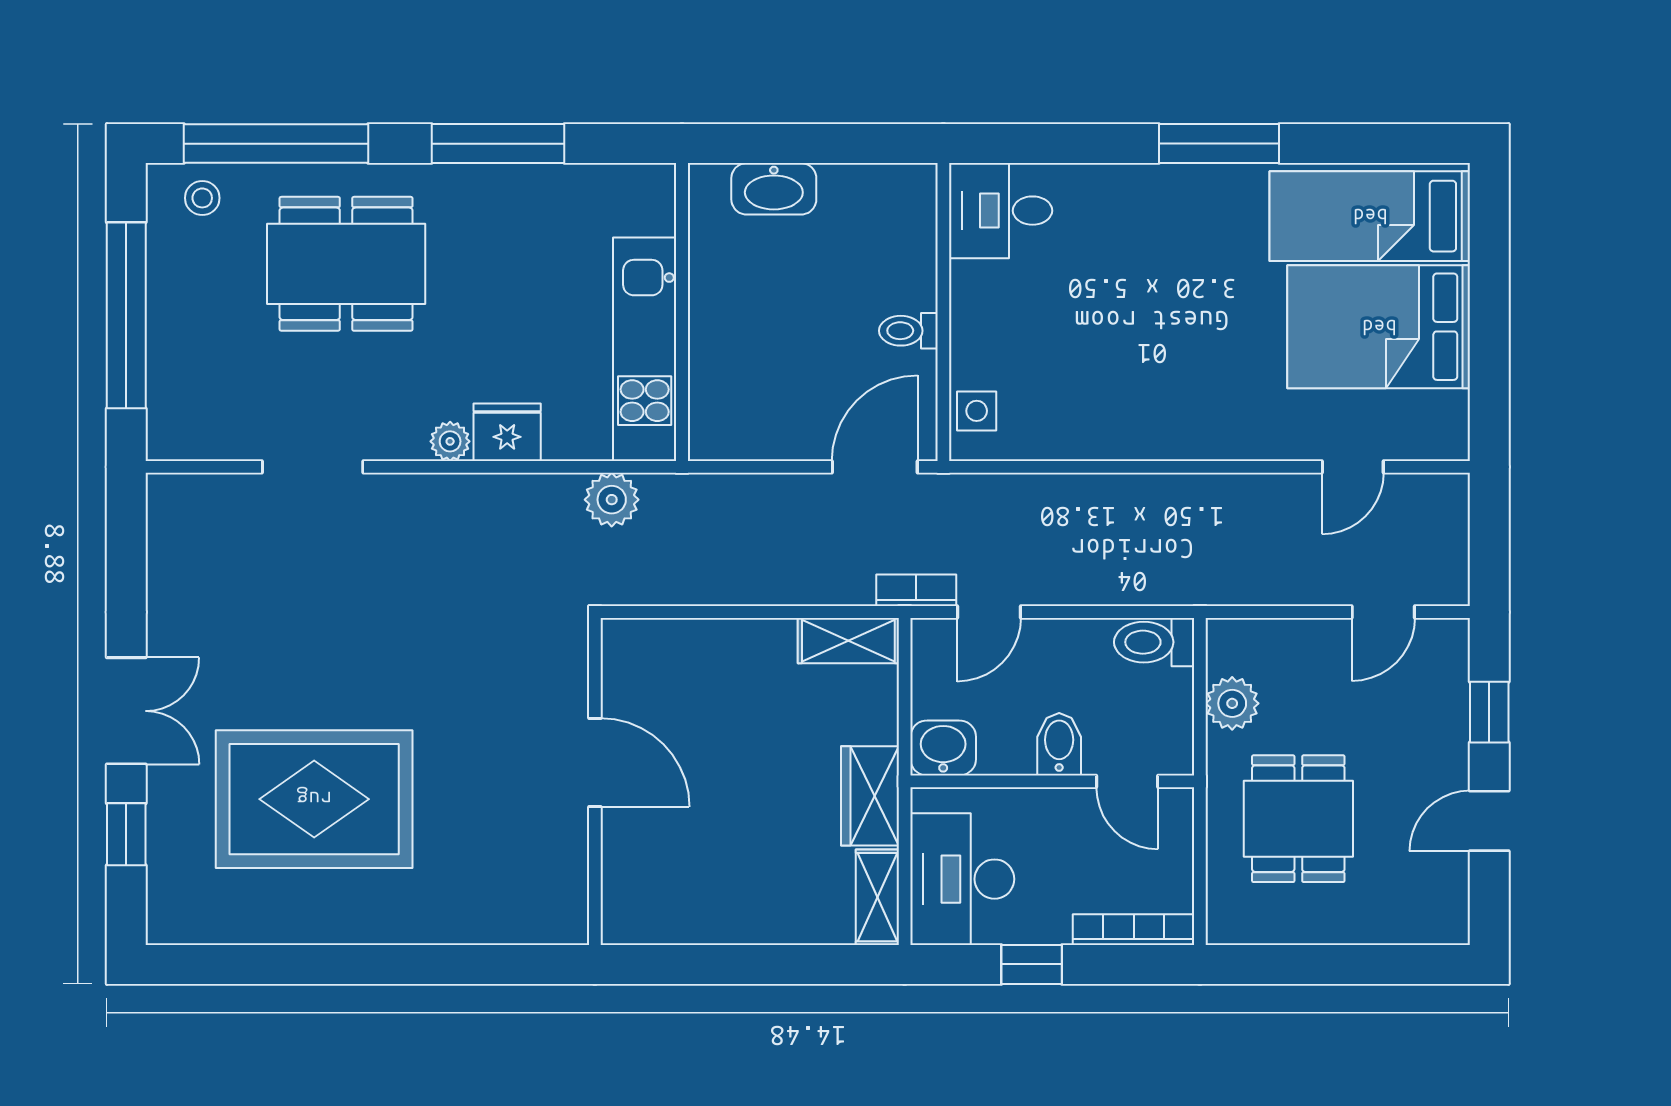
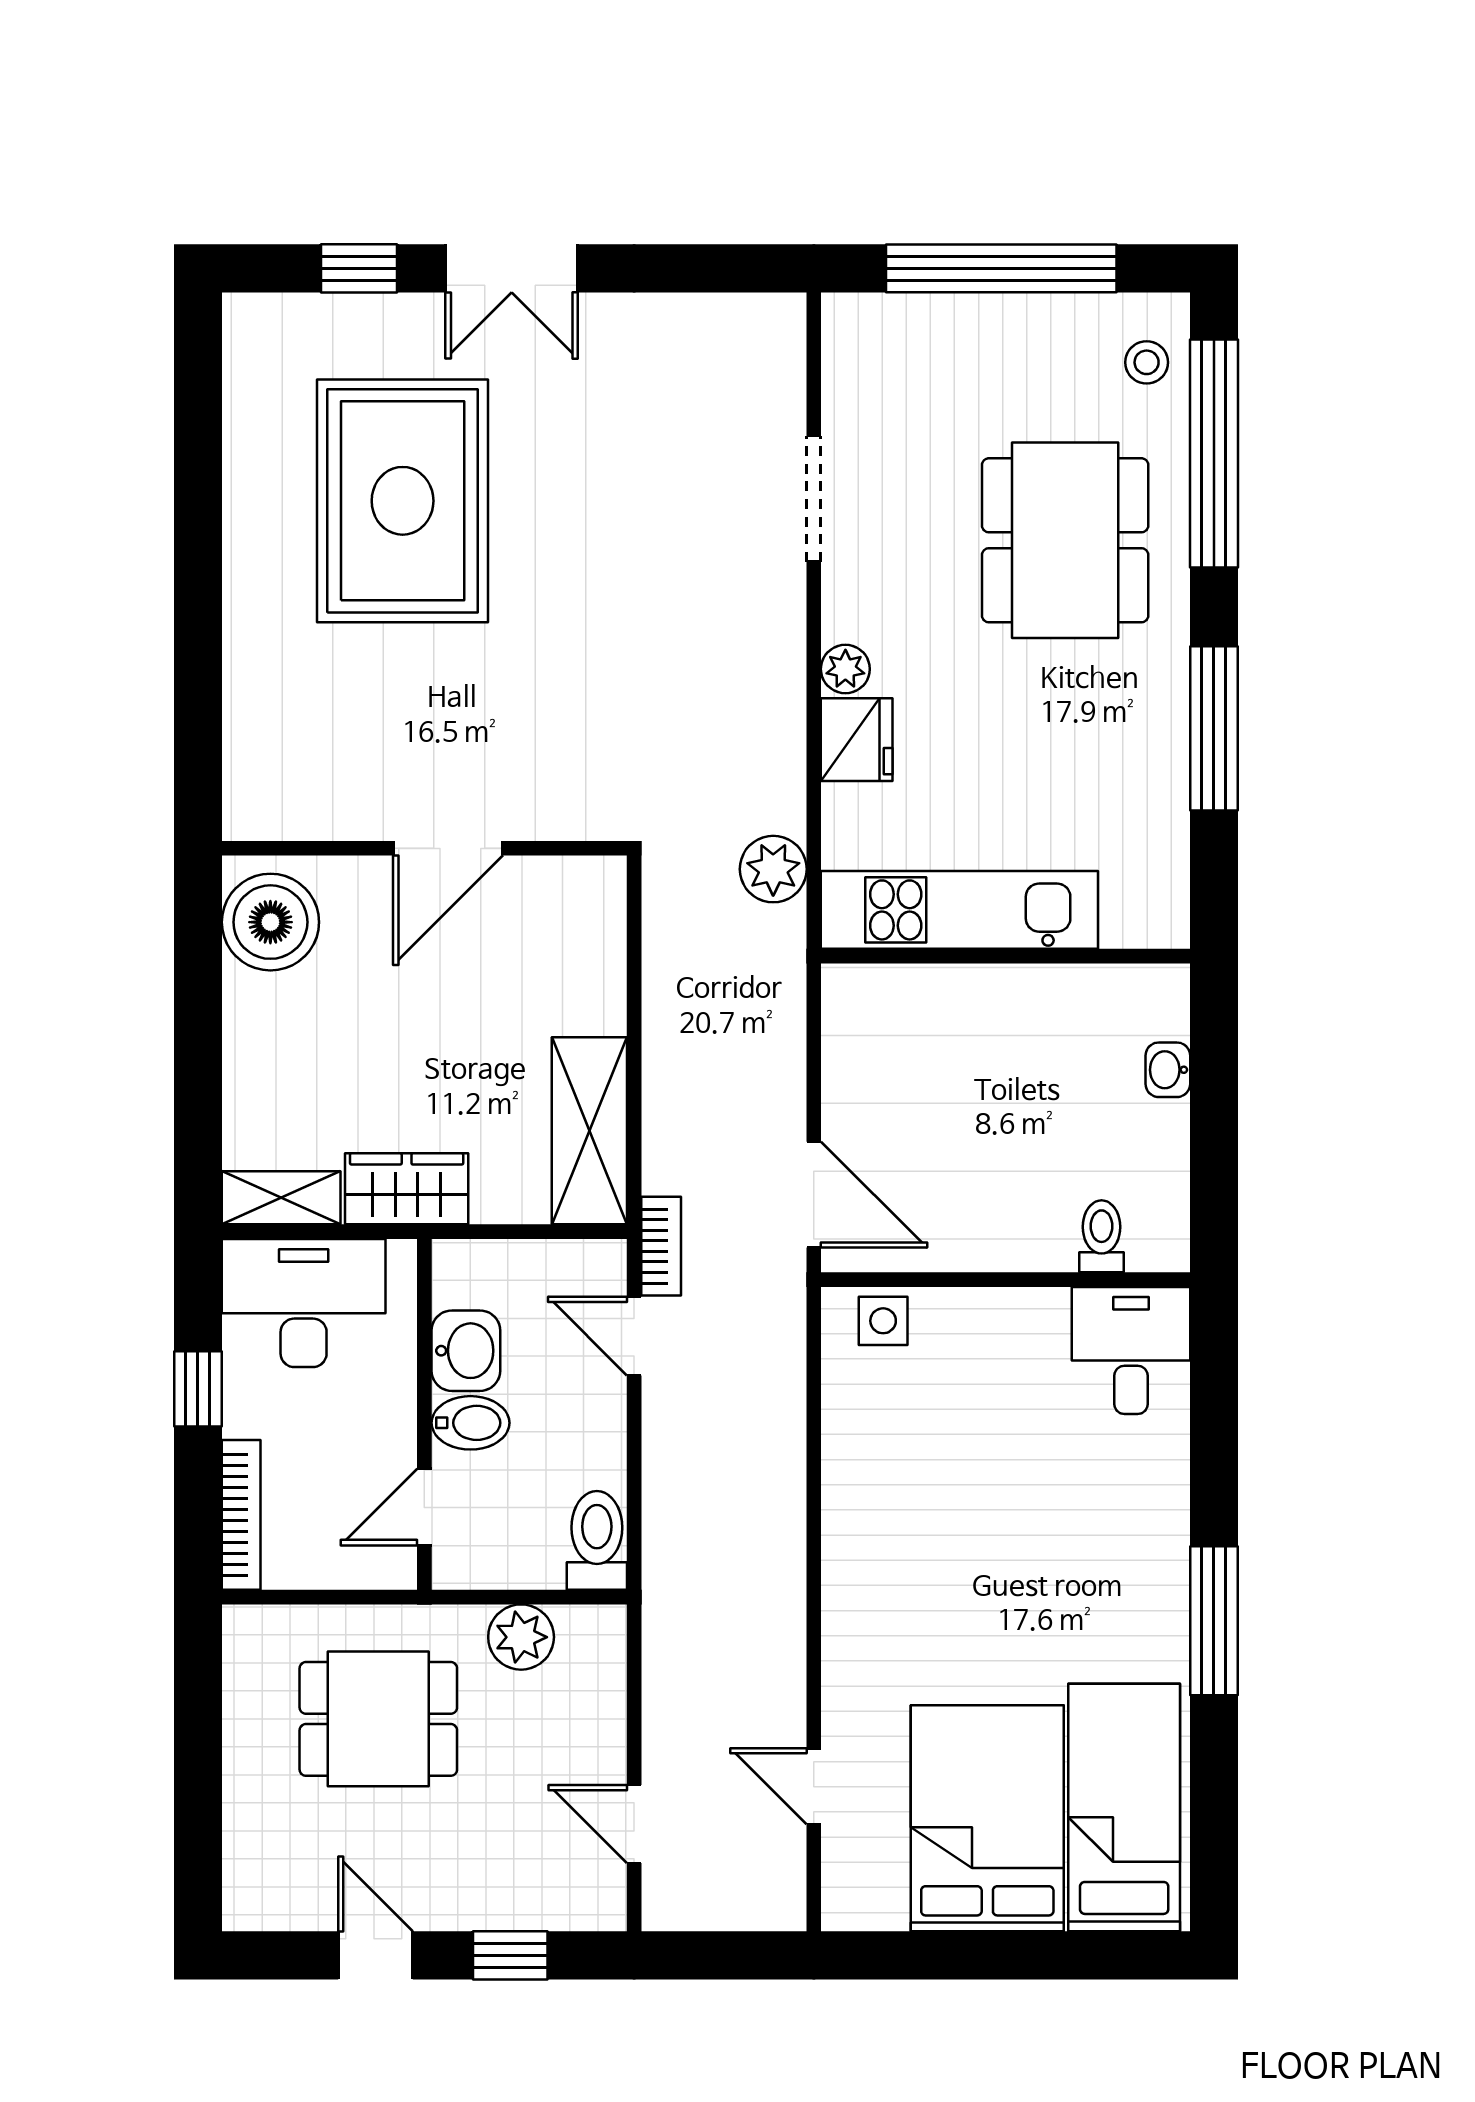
washbasin: (774, 189) -> (1168, 1070), width x0.52, depth x0.69
toilet: (908, 331) -> (1102, 1236), moved
shelving: (848, 641) -> (589, 1131), width x1.50, depth x1.33
washbasin: (943, 748) -> (466, 1351), moved
boiler: (655, 906) -> (270, 922), added

